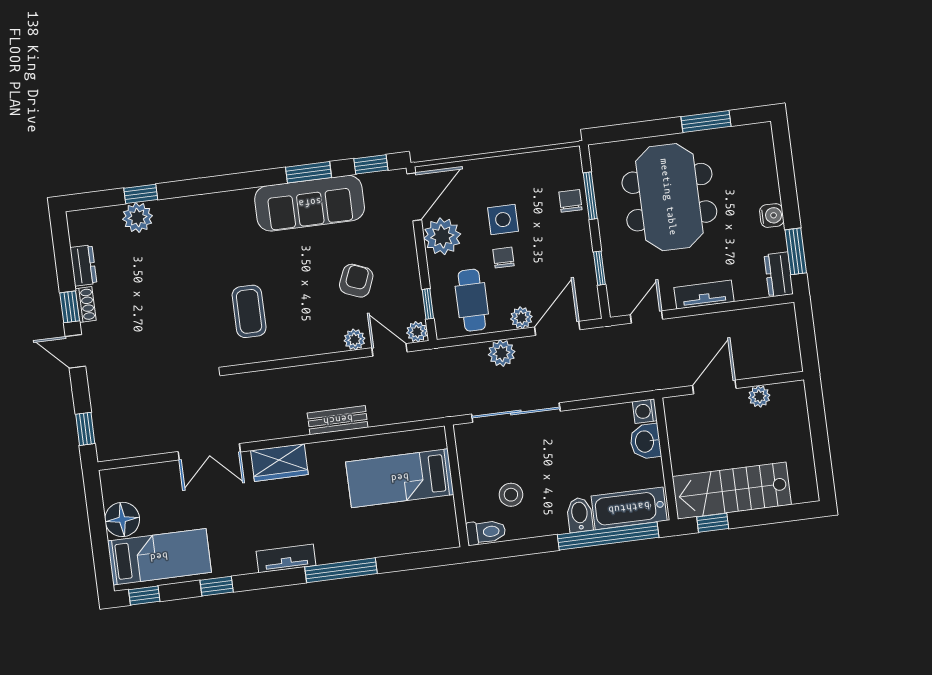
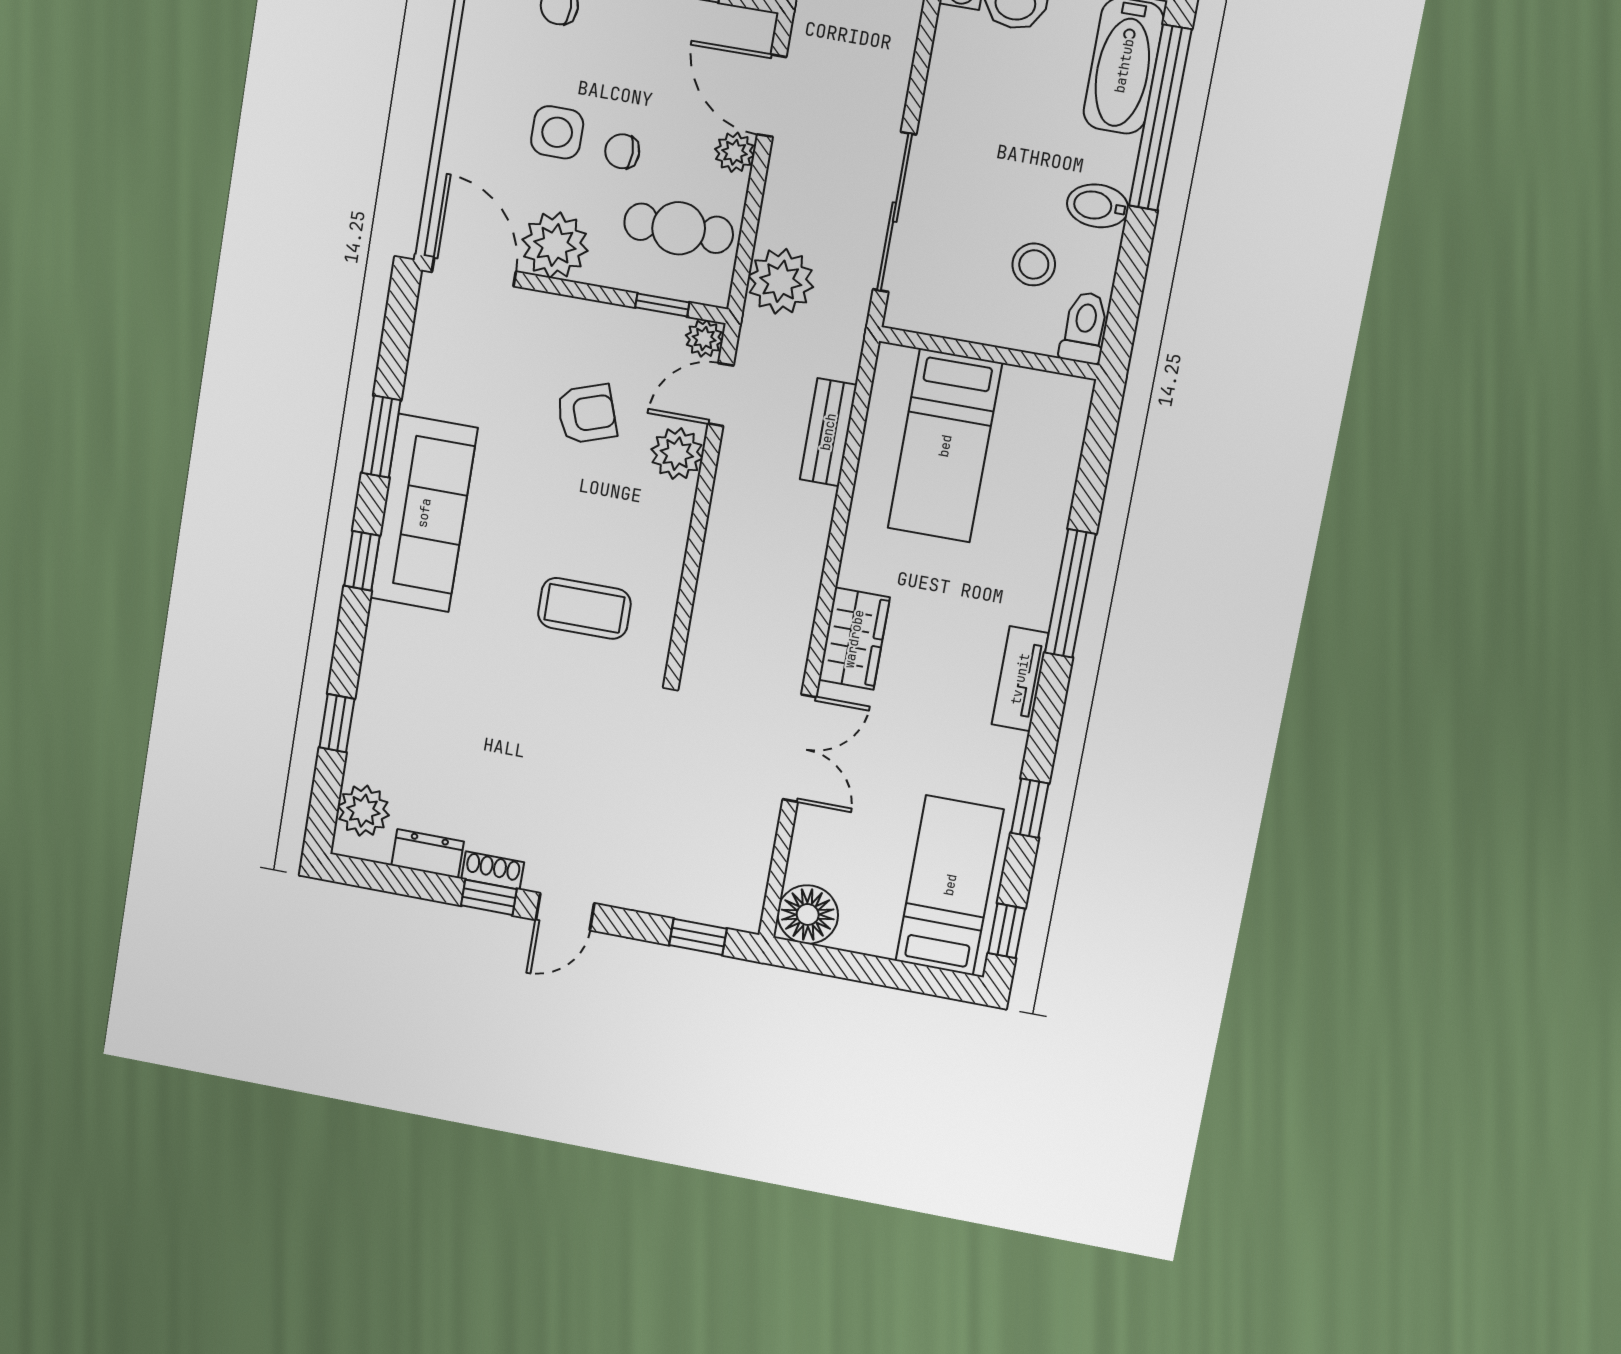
window: (371, 164) -> (362, 561), moved
sofa: (310, 203) -> (424, 513), moved
plant: (138, 218) -> (363, 811), moved
armchair: (356, 281) -> (587, 414), turned 139
plant: (355, 340) -> (677, 454), width x1.38, depth x1.38
plant: (502, 353) -> (781, 281), moved, width x1.36, depth x1.36
bench: (338, 420) -> (828, 432), moved
bidet: (580, 515) -> (1098, 206), moved
floor lamp: (122, 519) -> (808, 914), moved

